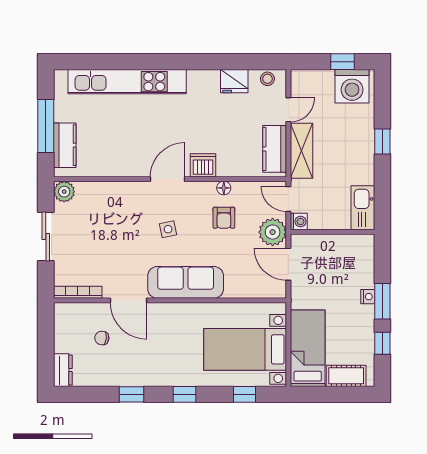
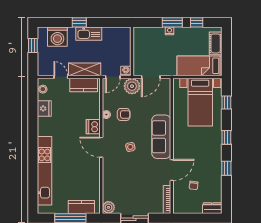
washing machine: (352, 86) -> (57, 37), moved, turned 90
kitchen sink: (363, 208) -> (89, 34), moved

